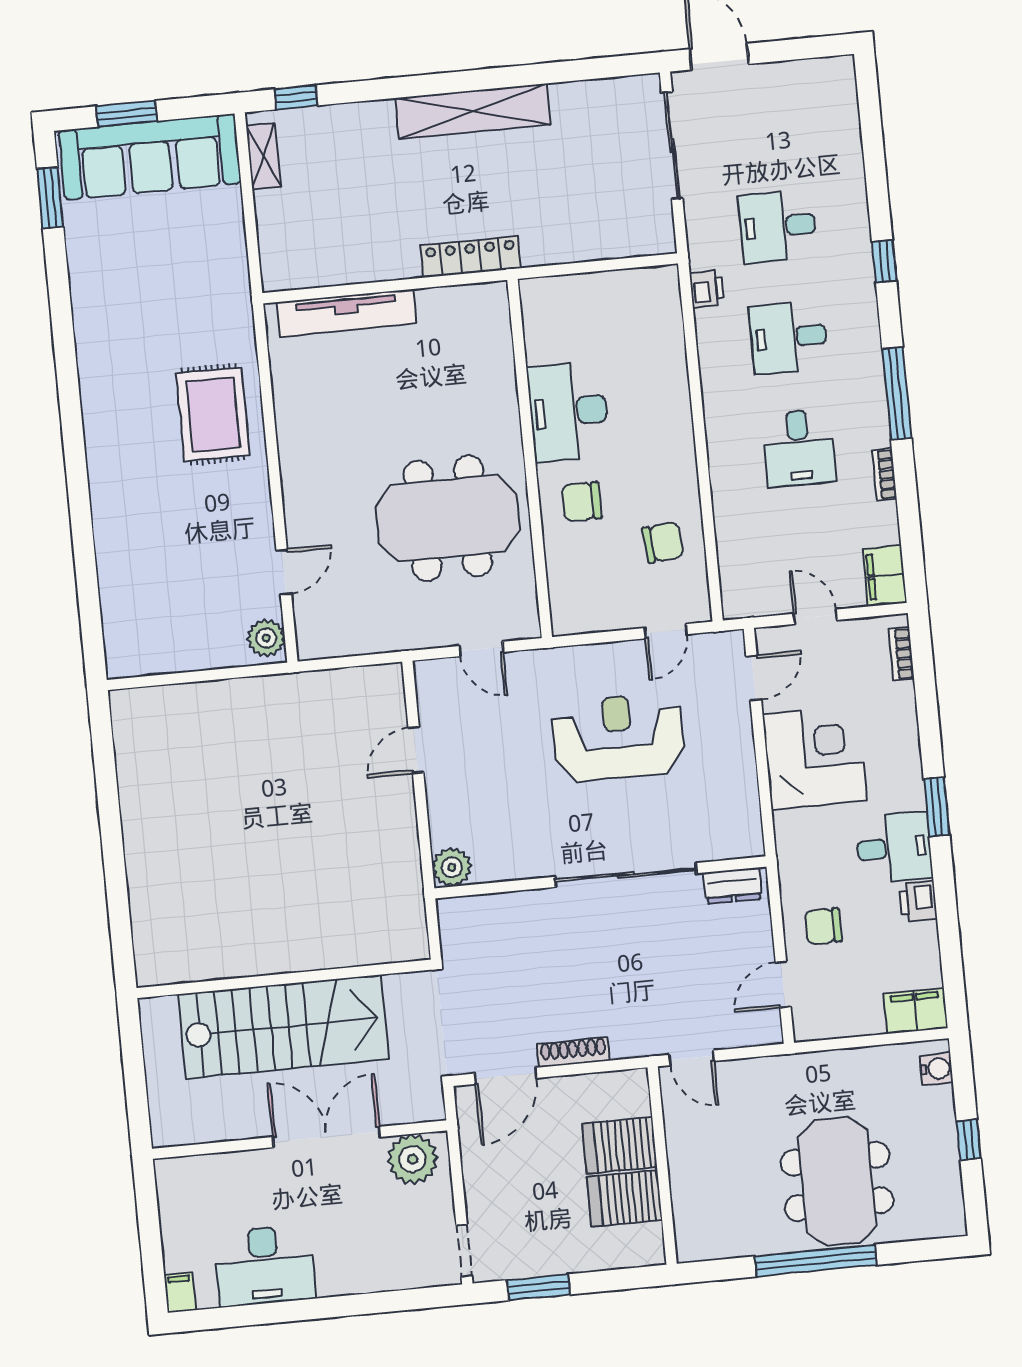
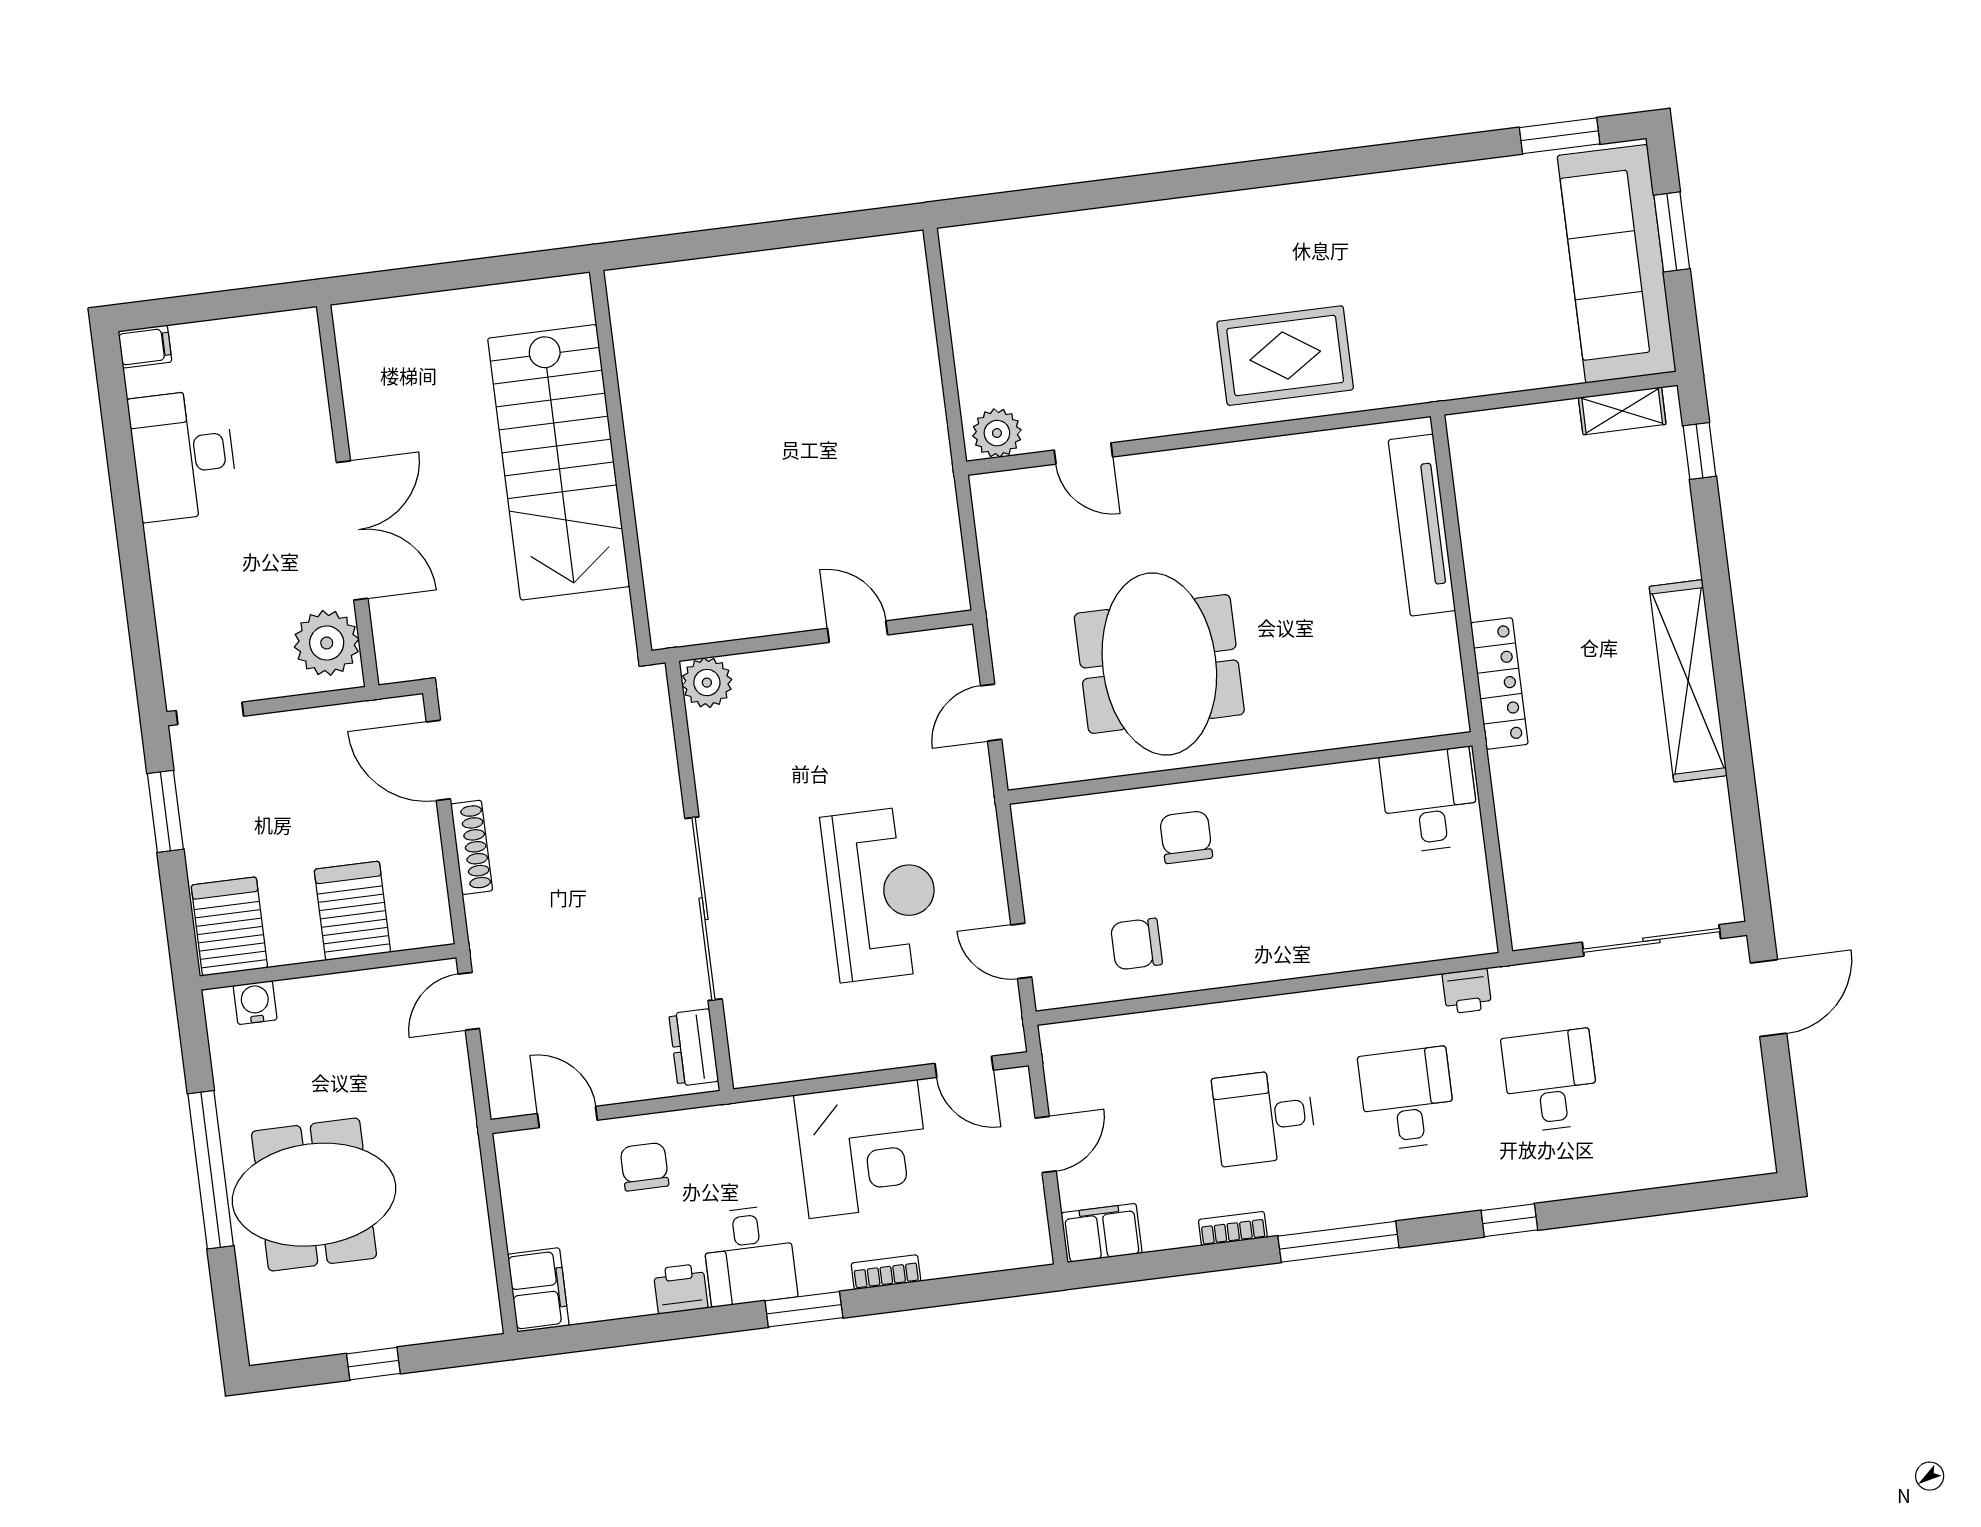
desk: (568, 411) -> (1430, 800), moved, width x0.73
chair: (663, 542) -> (1136, 944), turned 95
bookcase: (901, 654) -> (886, 1272), moved
wall: (284, 979) -> (621, 461), moved
stairs: (284, 1027) -> (559, 462), moved
water cooler: (936, 1069) -> (255, 1003), moved, turned 180
server rack: (625, 1198) -> (229, 926), moved

